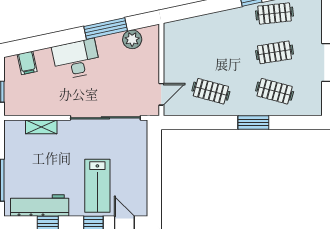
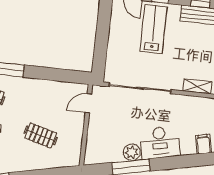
plant: (132, 39) -> (132, 152), moved
clothes rail: (211, 91) -> (41, 135), moved

